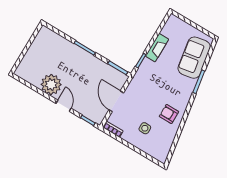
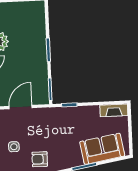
fireplace: (157, 48) -> (114, 110), moved
armchair: (169, 114) -> (40, 159), turned -90

